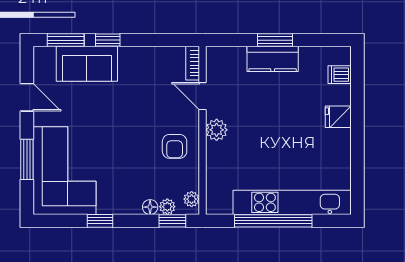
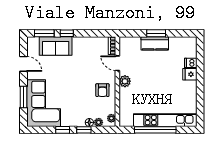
dishwasher: (340, 75) -> (191, 63), moved
window: (172, 221) -> (84, 130), moved

